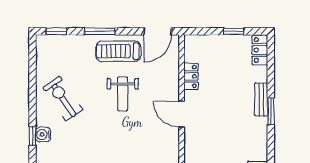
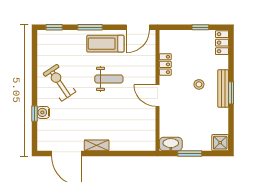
weight bench: (123, 94) -> (109, 79), turned -90
bench: (261, 99) -> (223, 88), width x1.36
stool: (232, 101) -> (199, 84), added

